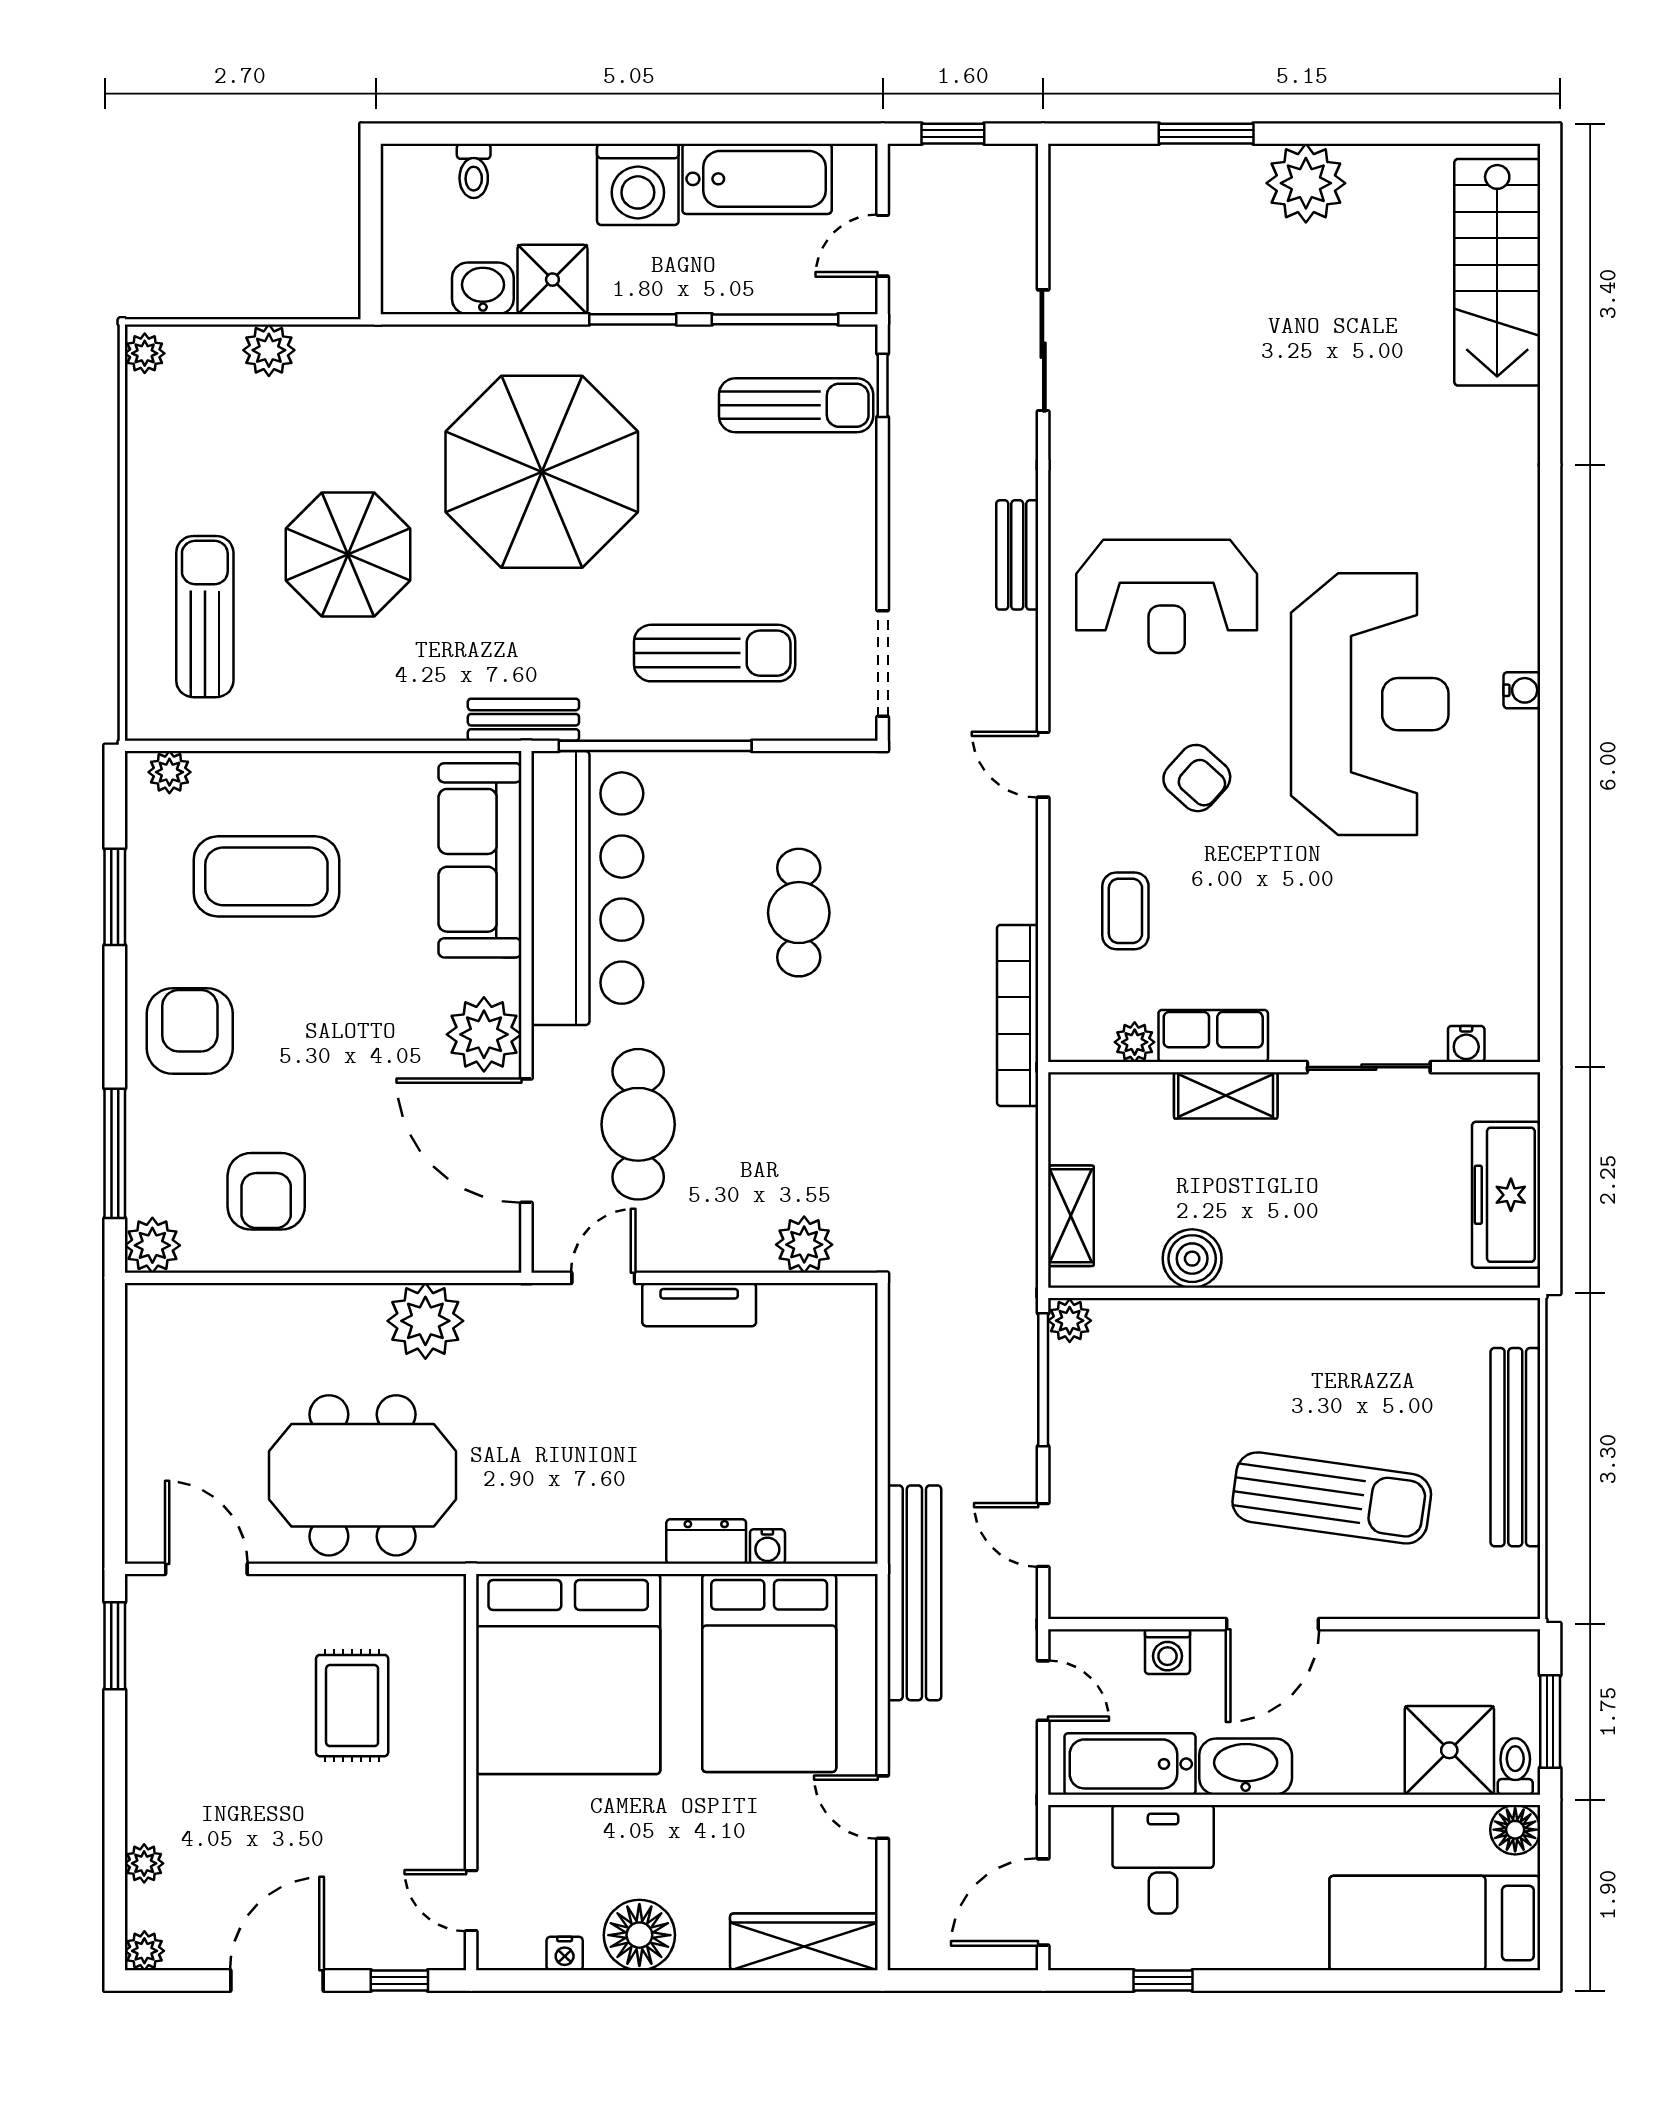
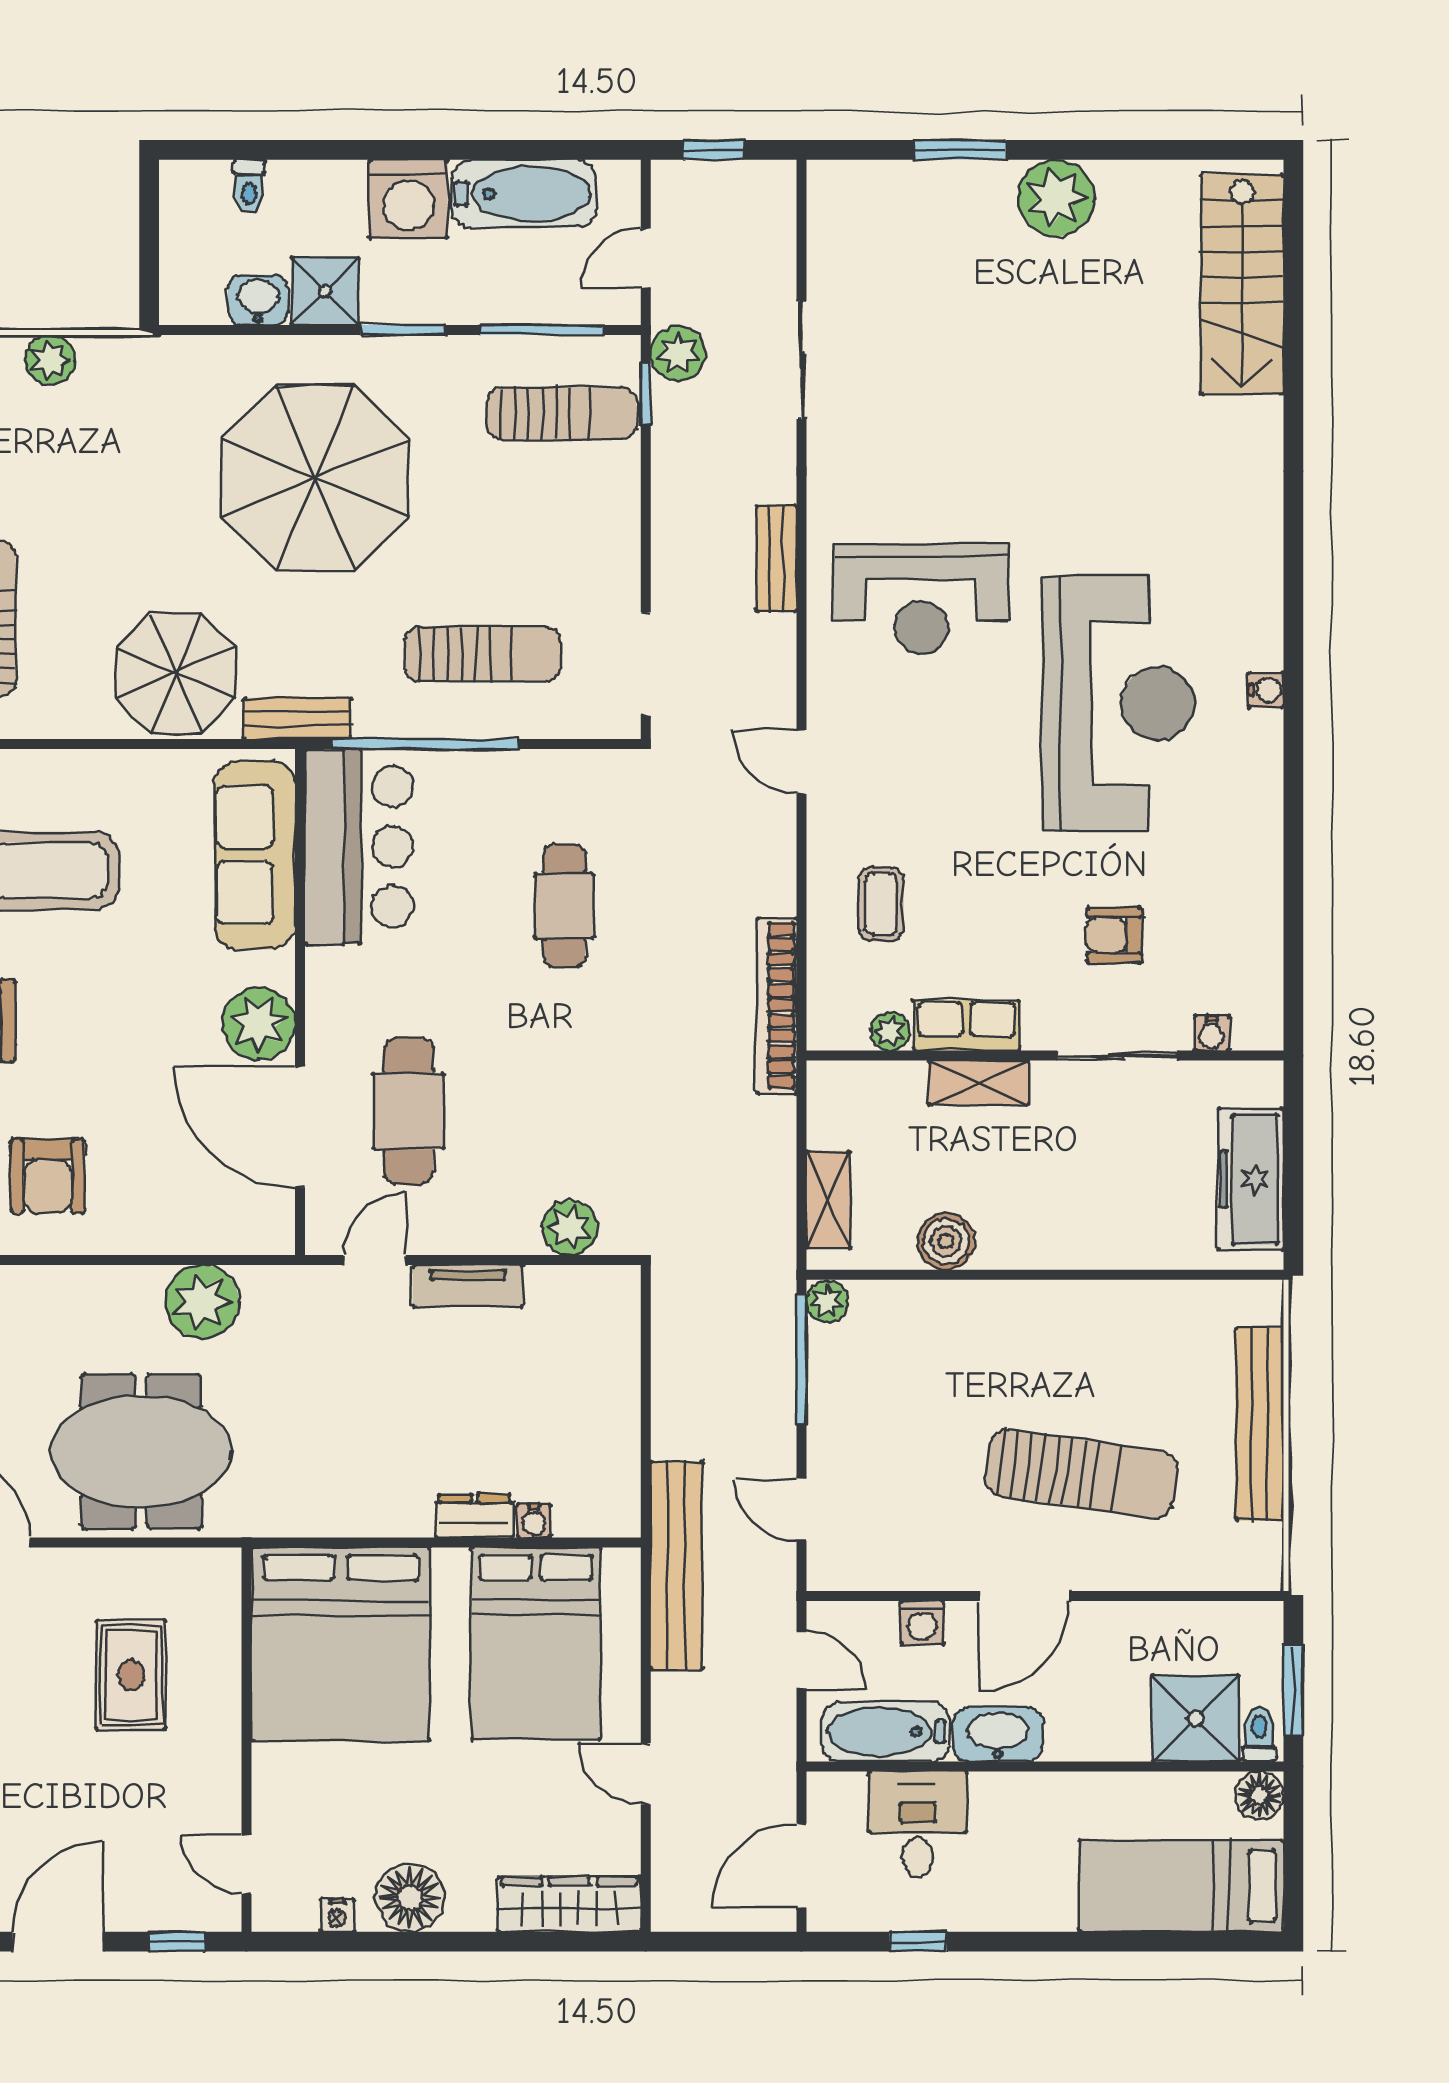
plant: (916, 344) -> (678, 354), added
parasol: (348, 554) -> (176, 673), moved
armchair: (1197, 778) -> (1114, 935), moved, turned 138
bar counter: (587, 888) -> (359, 846), width x0.73

